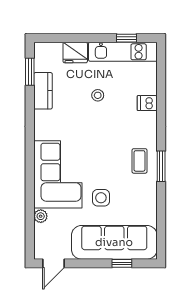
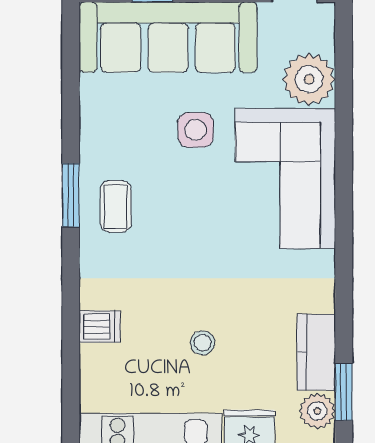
plant: (42, 62) -> (317, 411), added
plant: (41, 216) -> (309, 79), width x1.88, depth x1.88

